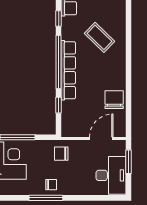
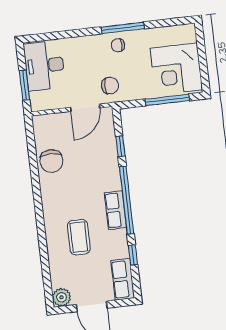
coffee table: (99, 37) -> (79, 237), turned 46
row of seats: (68, 70) -> (115, 210), width x0.50
door: (101, 139) -> (85, 108), moved

